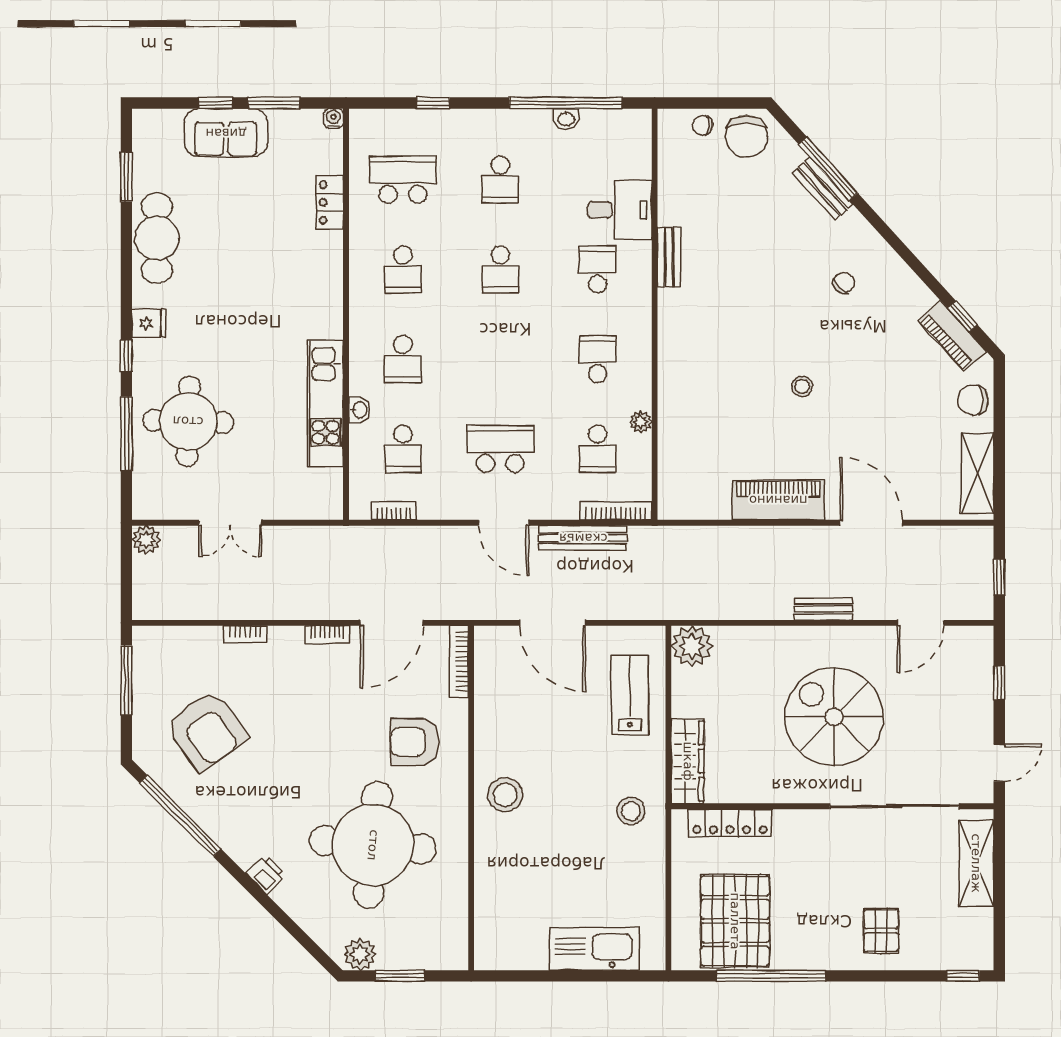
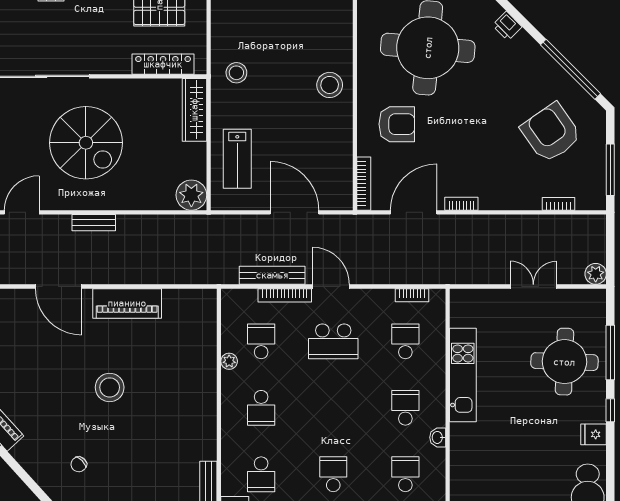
stool: (802, 386) -> (110, 387), width x1.89, depth x1.89
washbasin: (359, 410) -> (438, 437), moved
bookcase: (616, 511) -> (285, 295), moved
bookcase: (245, 634) -> (559, 204), moved

